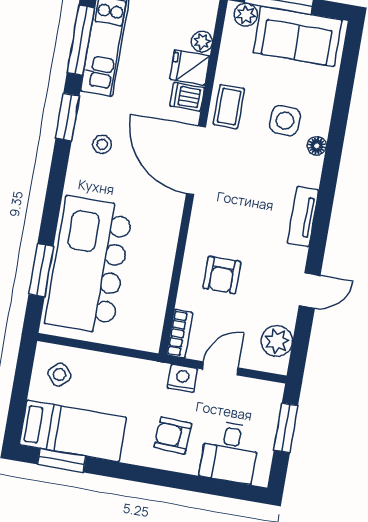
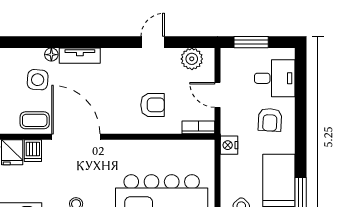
door: (196, 160) -> (76, 137), swing flipped
tv unit: (303, 217) -> (80, 56), moved
door: (310, 290) -> (153, 42), hinge flipped
nightstand: (182, 378) -> (229, 145), moved

